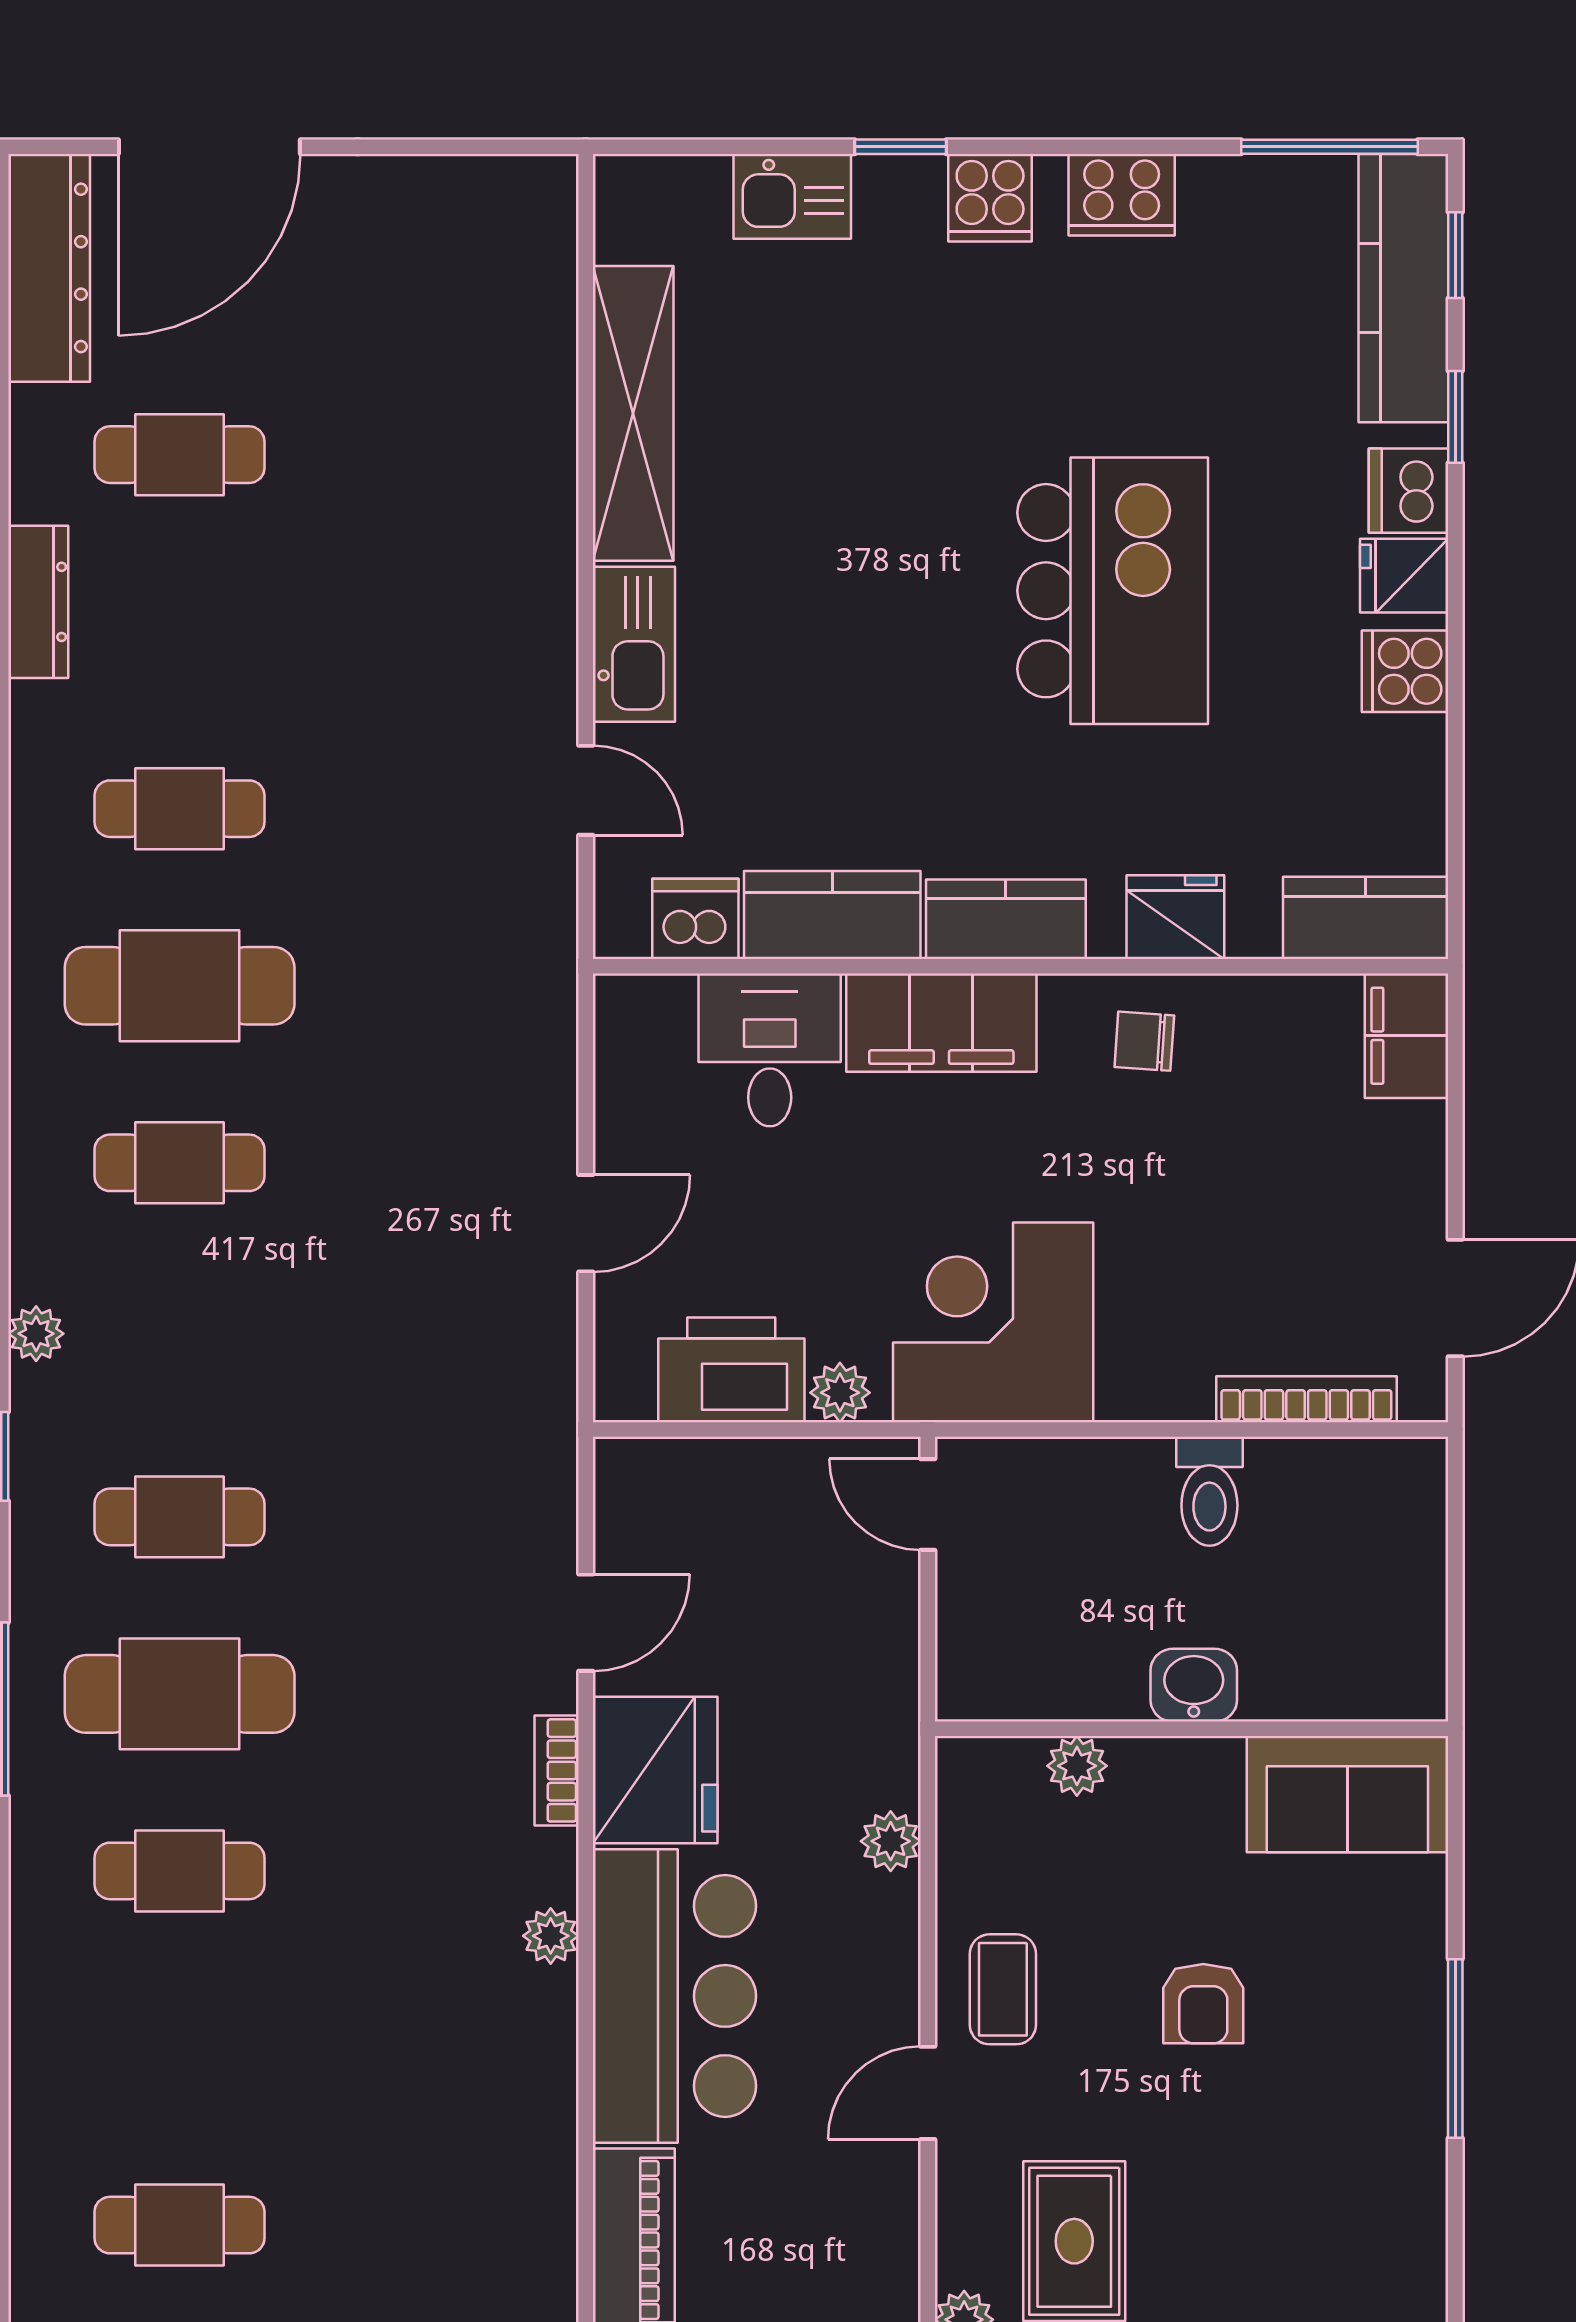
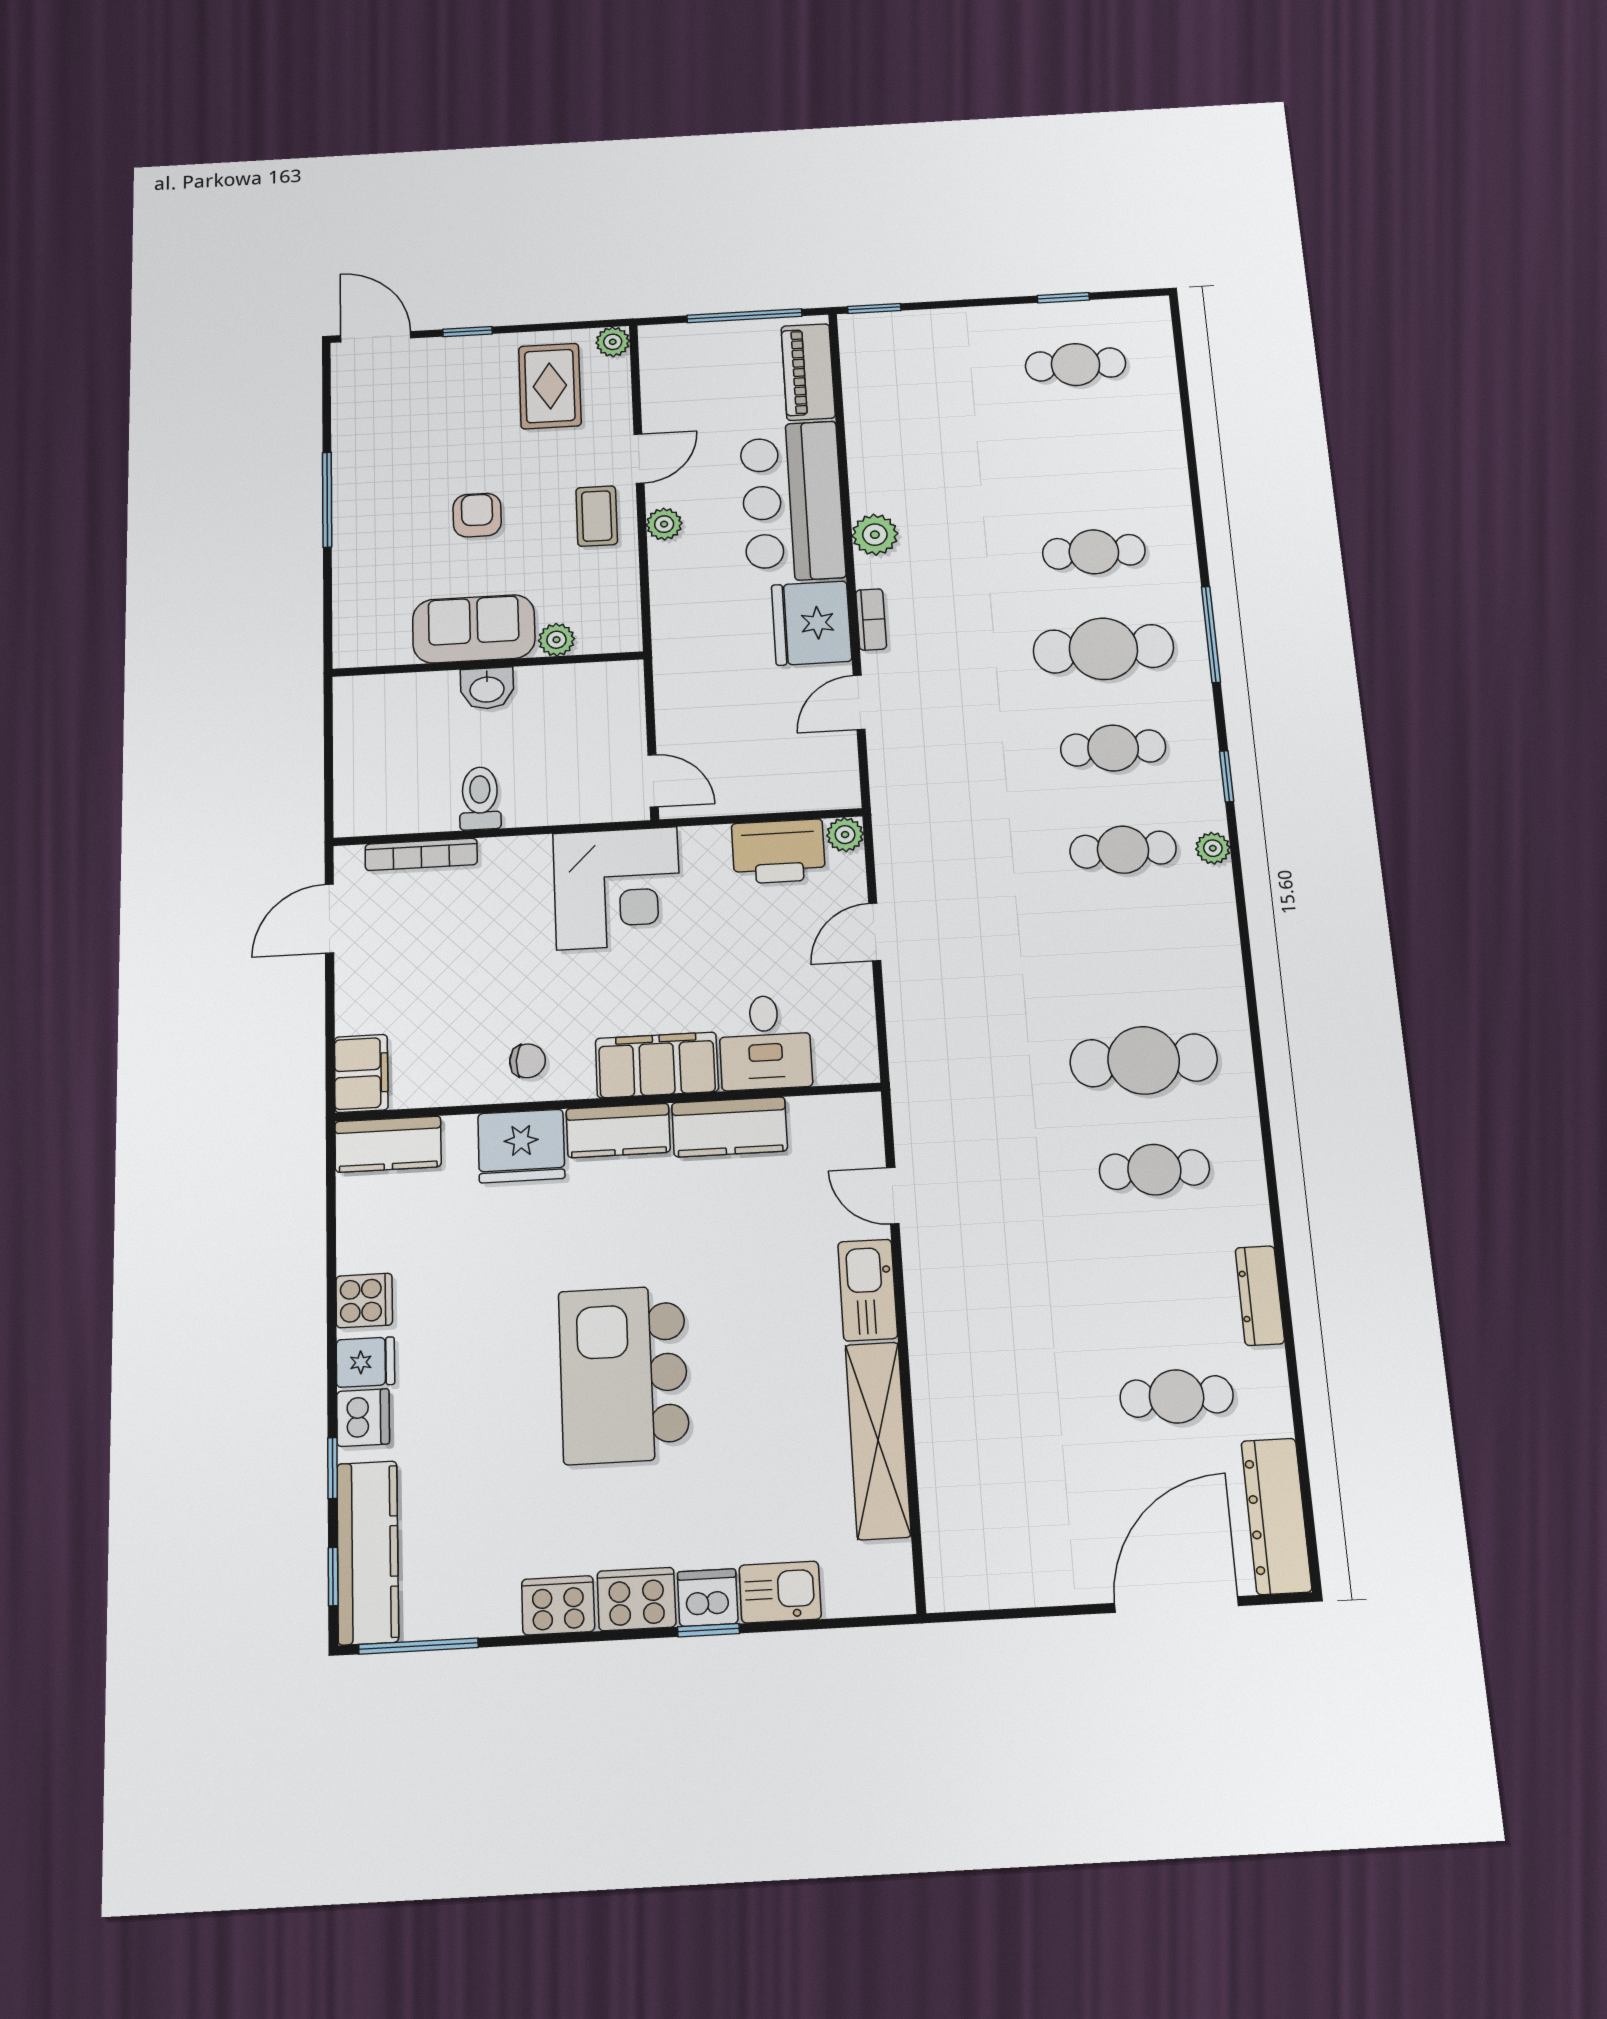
cooker: (990, 198) -> (636, 1599), width x1.36
kitchen island: (1113, 591) -> (624, 1374), moved
fridge: (1175, 917) -> (521, 1146), width x1.36, depth x1.34
dishwasher: (695, 919) -> (708, 1598), moved, turned 180
cafe table: (180, 1163) -> (1123, 850), moved
plant: (840, 1393) -> (845, 835), moved
sofa: (1347, 1794) -> (474, 629), moved
plant: (891, 1841) -> (664, 524), moved
plant: (551, 1936) -> (875, 535), width x1.38, depth x1.38

